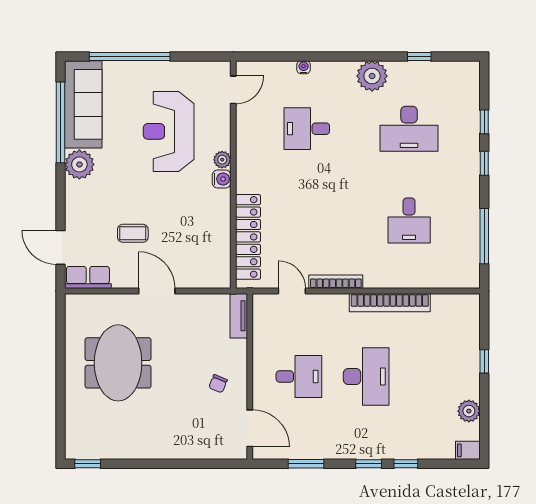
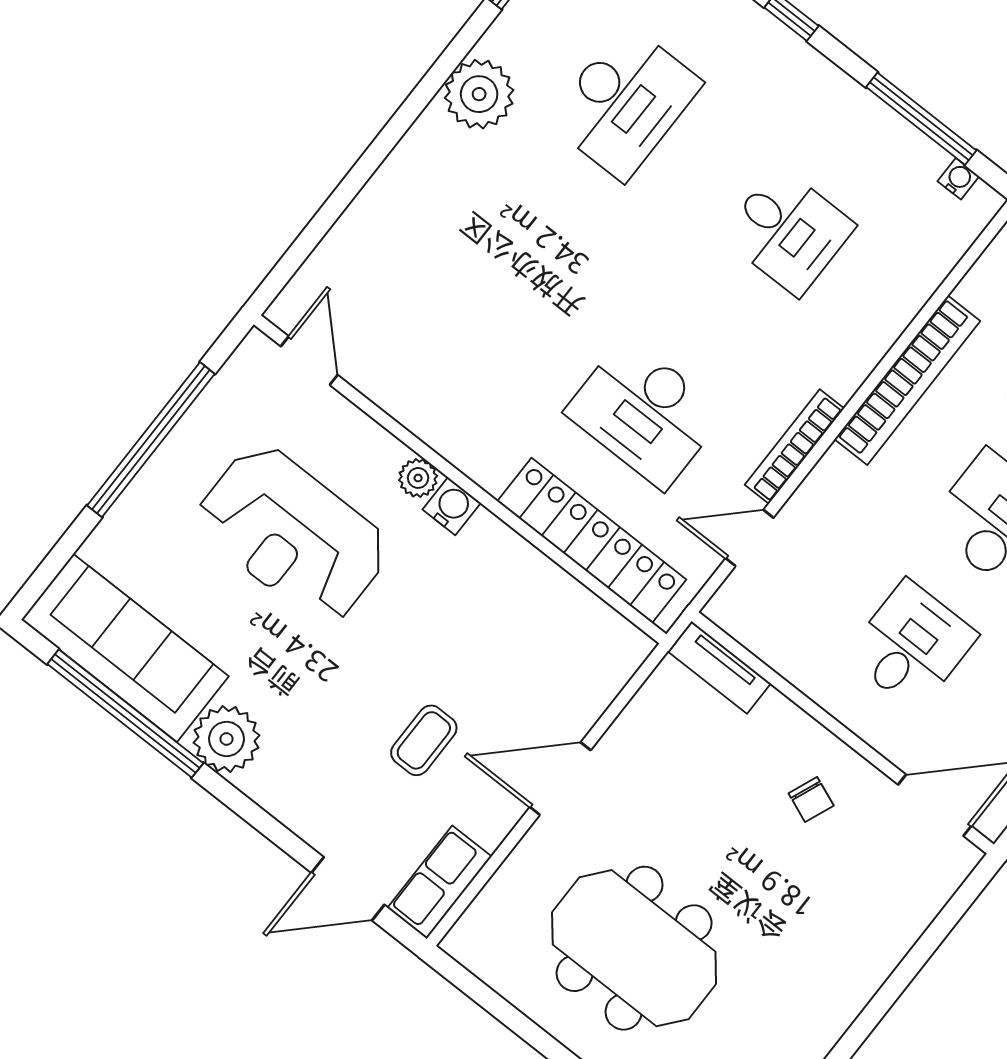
window: (130, 57) -> (151, 440), moved
water cooler: (304, 67) -> (958, 179), moved, turned 90
desk: (307, 129) -> (645, 413), moved, width x1.37

